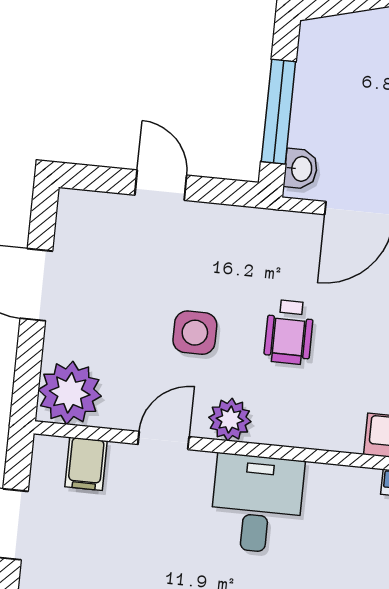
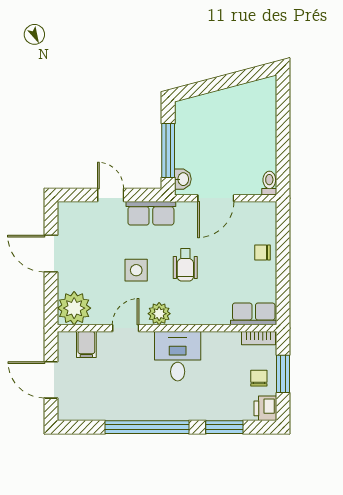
row of seats: (234, 228) -> (151, 213), added

